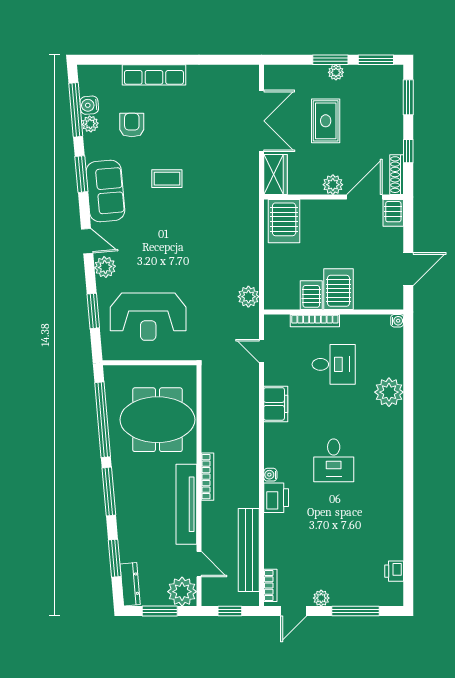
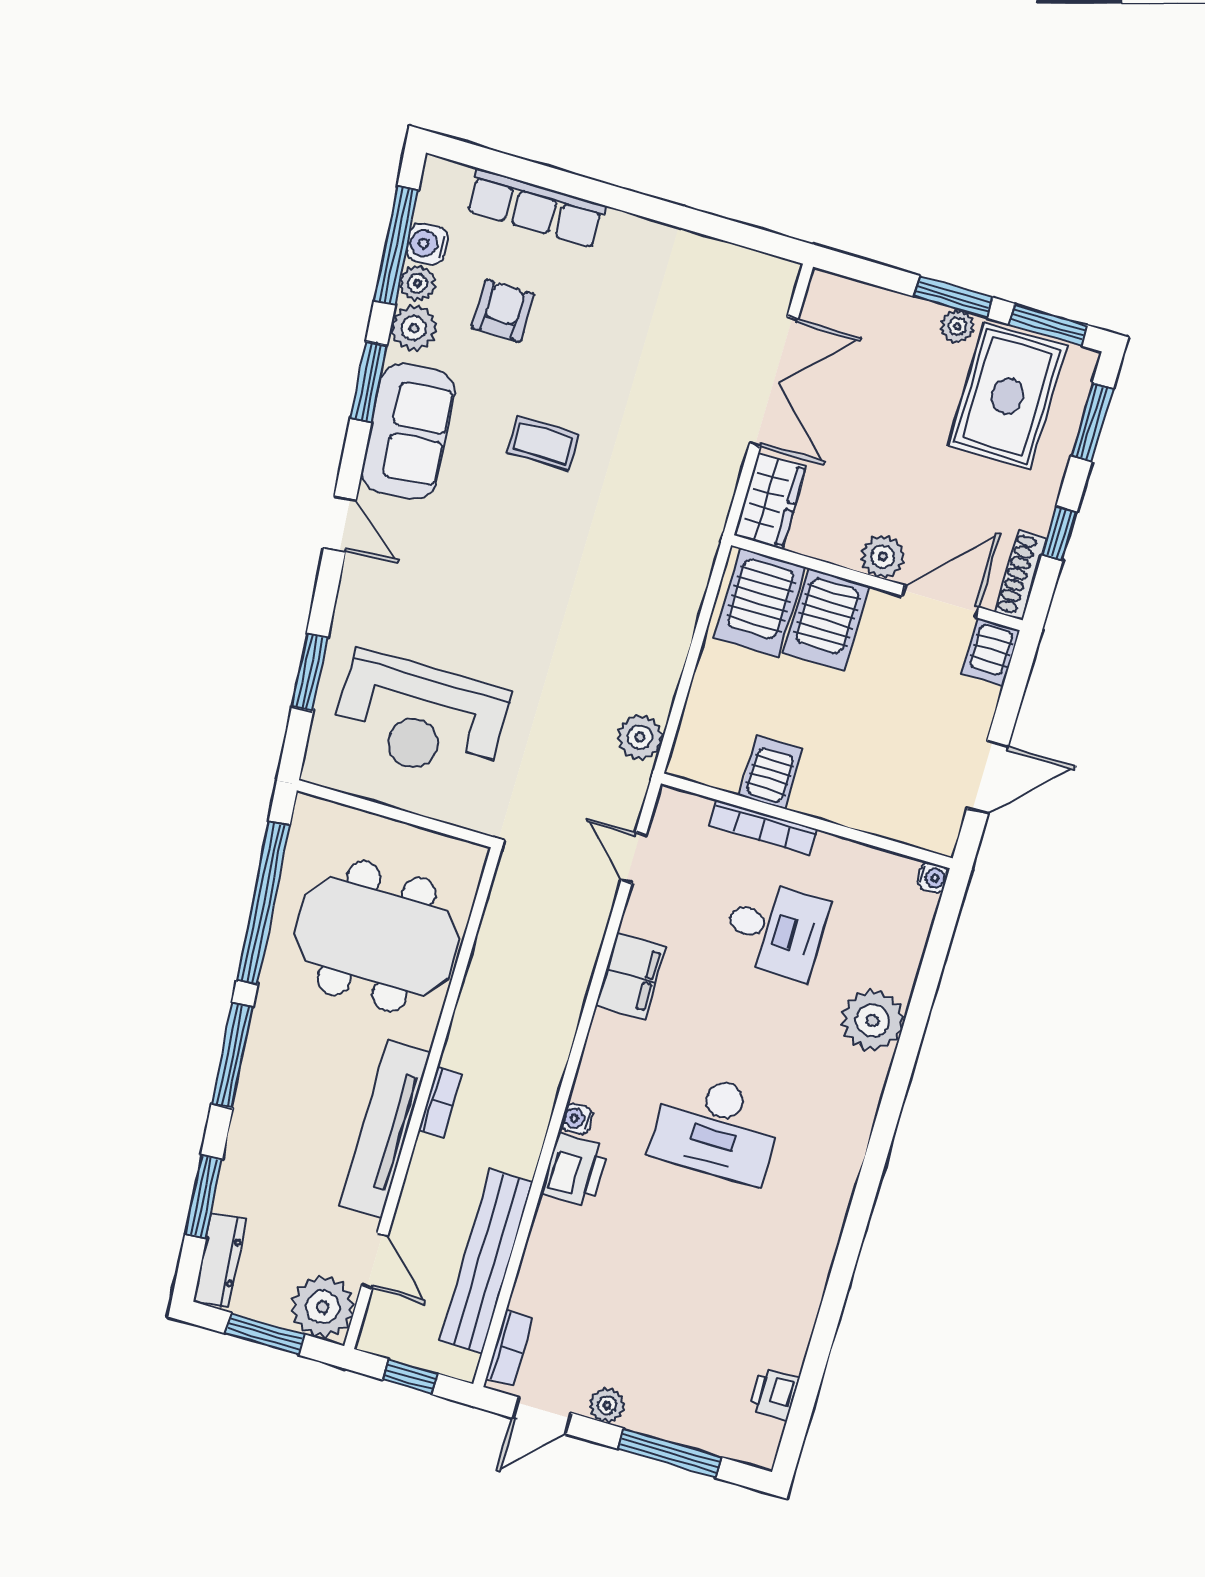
row of seats: (154, 75) -> (536, 208), moved
rug: (326, 121) -> (1007, 396), moved, width x1.36, depth x1.43
plant: (105, 267) -> (414, 328), moved
server rack: (339, 289) -> (826, 619), moved, turned 180
desk: (334, 460) -> (716, 1128), width x1.37
bookcase: (207, 477) -> (440, 1102), width x0.64

